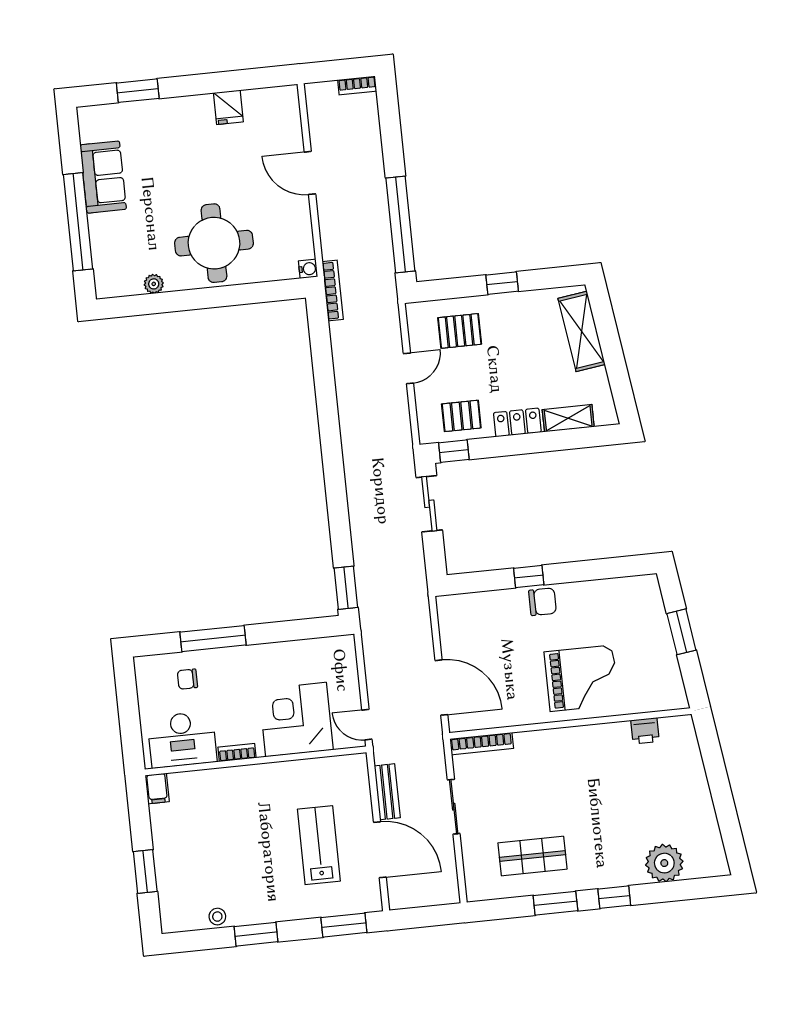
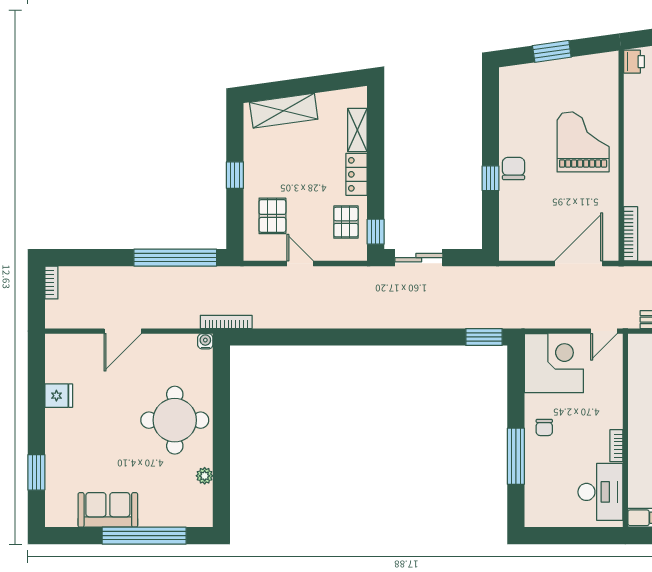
chair: (187, 679) -> (544, 427), moved
corner desk: (296, 720) -> (554, 363), moved, turned 180
printer: (645, 731) -> (634, 62), moved

